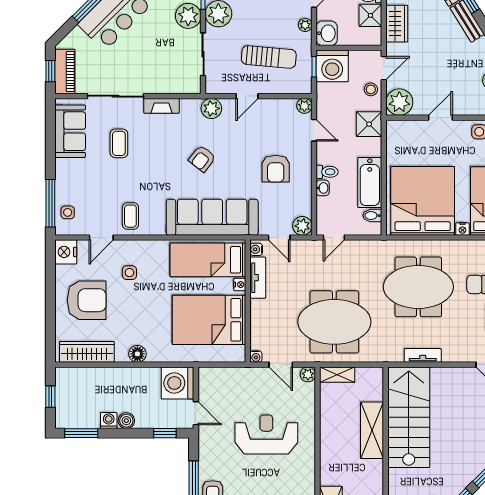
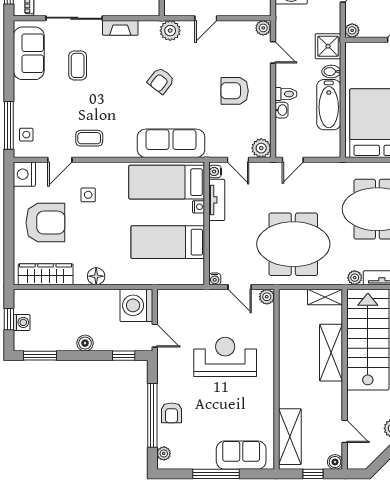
stool: (371, 89) -> (330, 11), removed
plant: (399, 102) -> (352, 30), width x0.53, depth x0.53
armchair: (276, 169) -> (235, 91), turned 90
coffee table: (130, 216) -> (89, 138), turned 90
bidet: (372, 216) -> (331, 72), moved
sofa: (212, 217) -> (171, 143), width x0.74, depth x0.79
bed: (209, 320) -> (168, 242), width x0.67
plant: (396, 355) -> (355, 278), added
shelving: (337, 375) -> (325, 297), moved
washing machine: (109, 421) -> (22, 322), moved, turned 90

